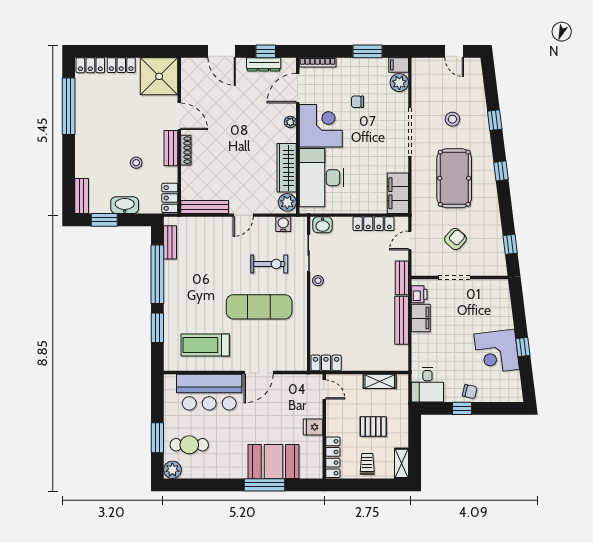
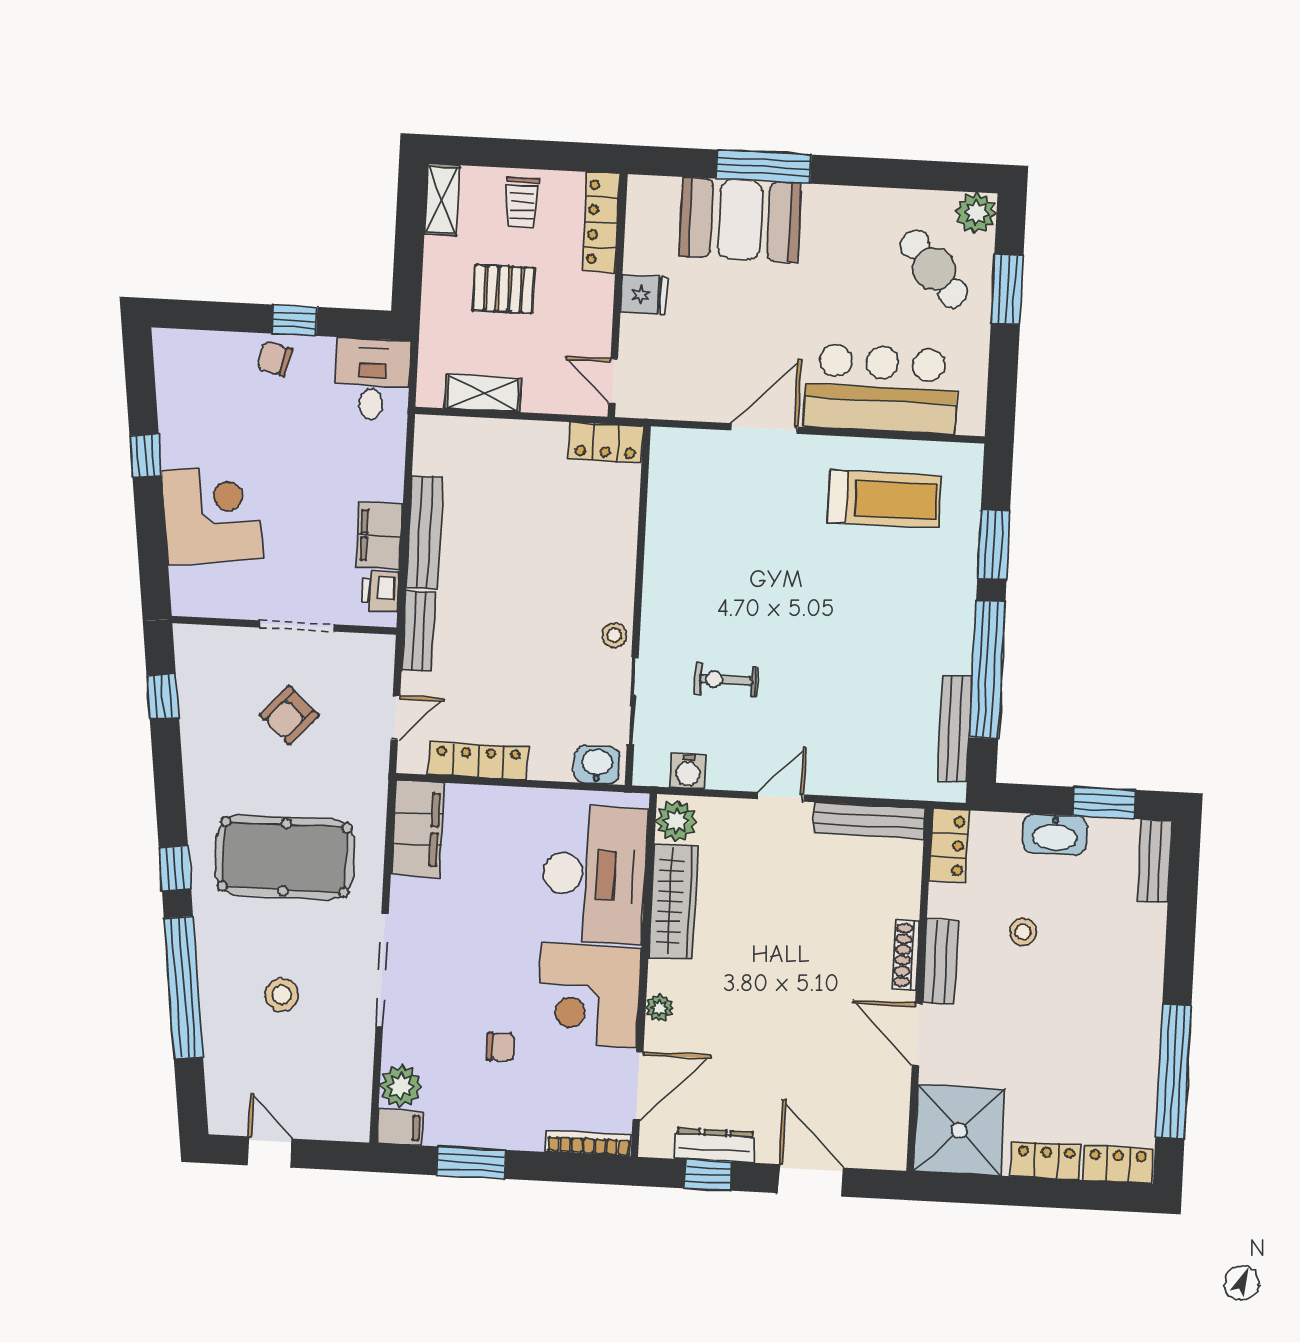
window: (495, 120) -> (183, 987), width x3.17
pool table: (454, 178) -> (285, 857), turned 90
bench: (170, 242) -> (955, 728), width x1.36
exercise bike: (269, 264) -> (726, 680), width x0.73, depth x0.72
exercise mat: (259, 307) -> (755, 581), removed
corner desk: (497, 352) -> (212, 514), moved
cafe table: (189, 445) -> (934, 269), turned 49

